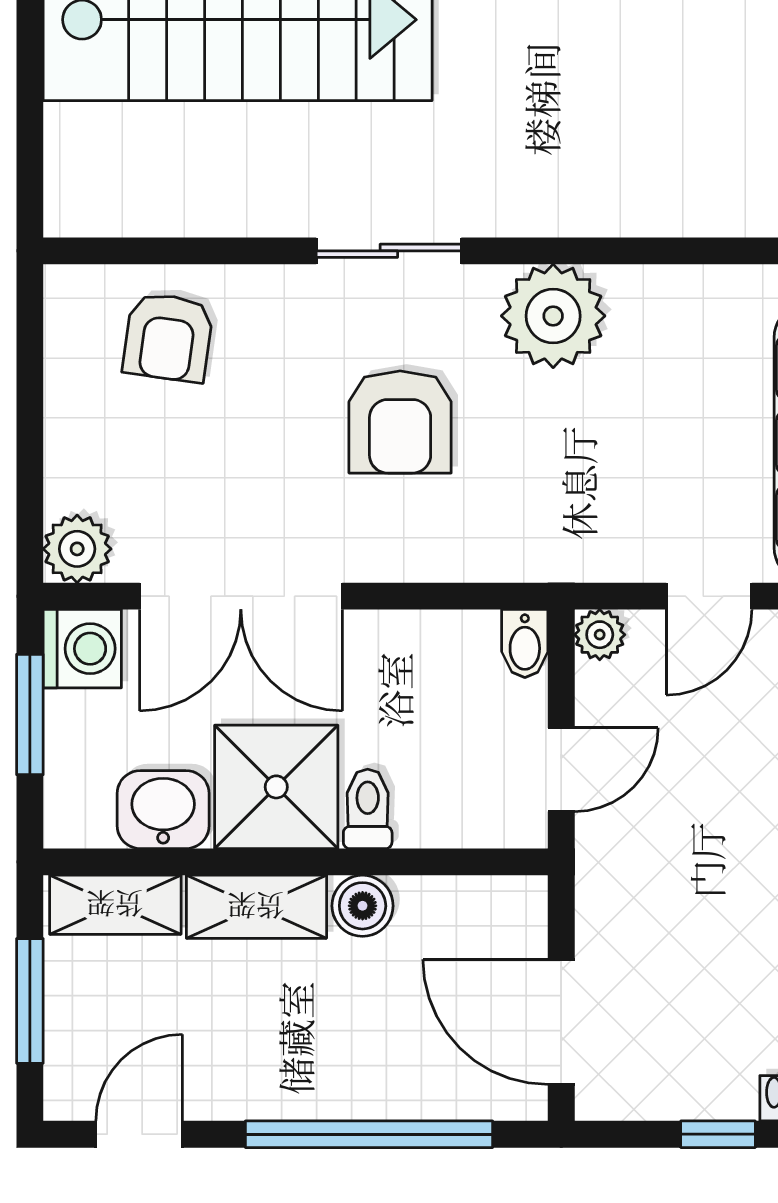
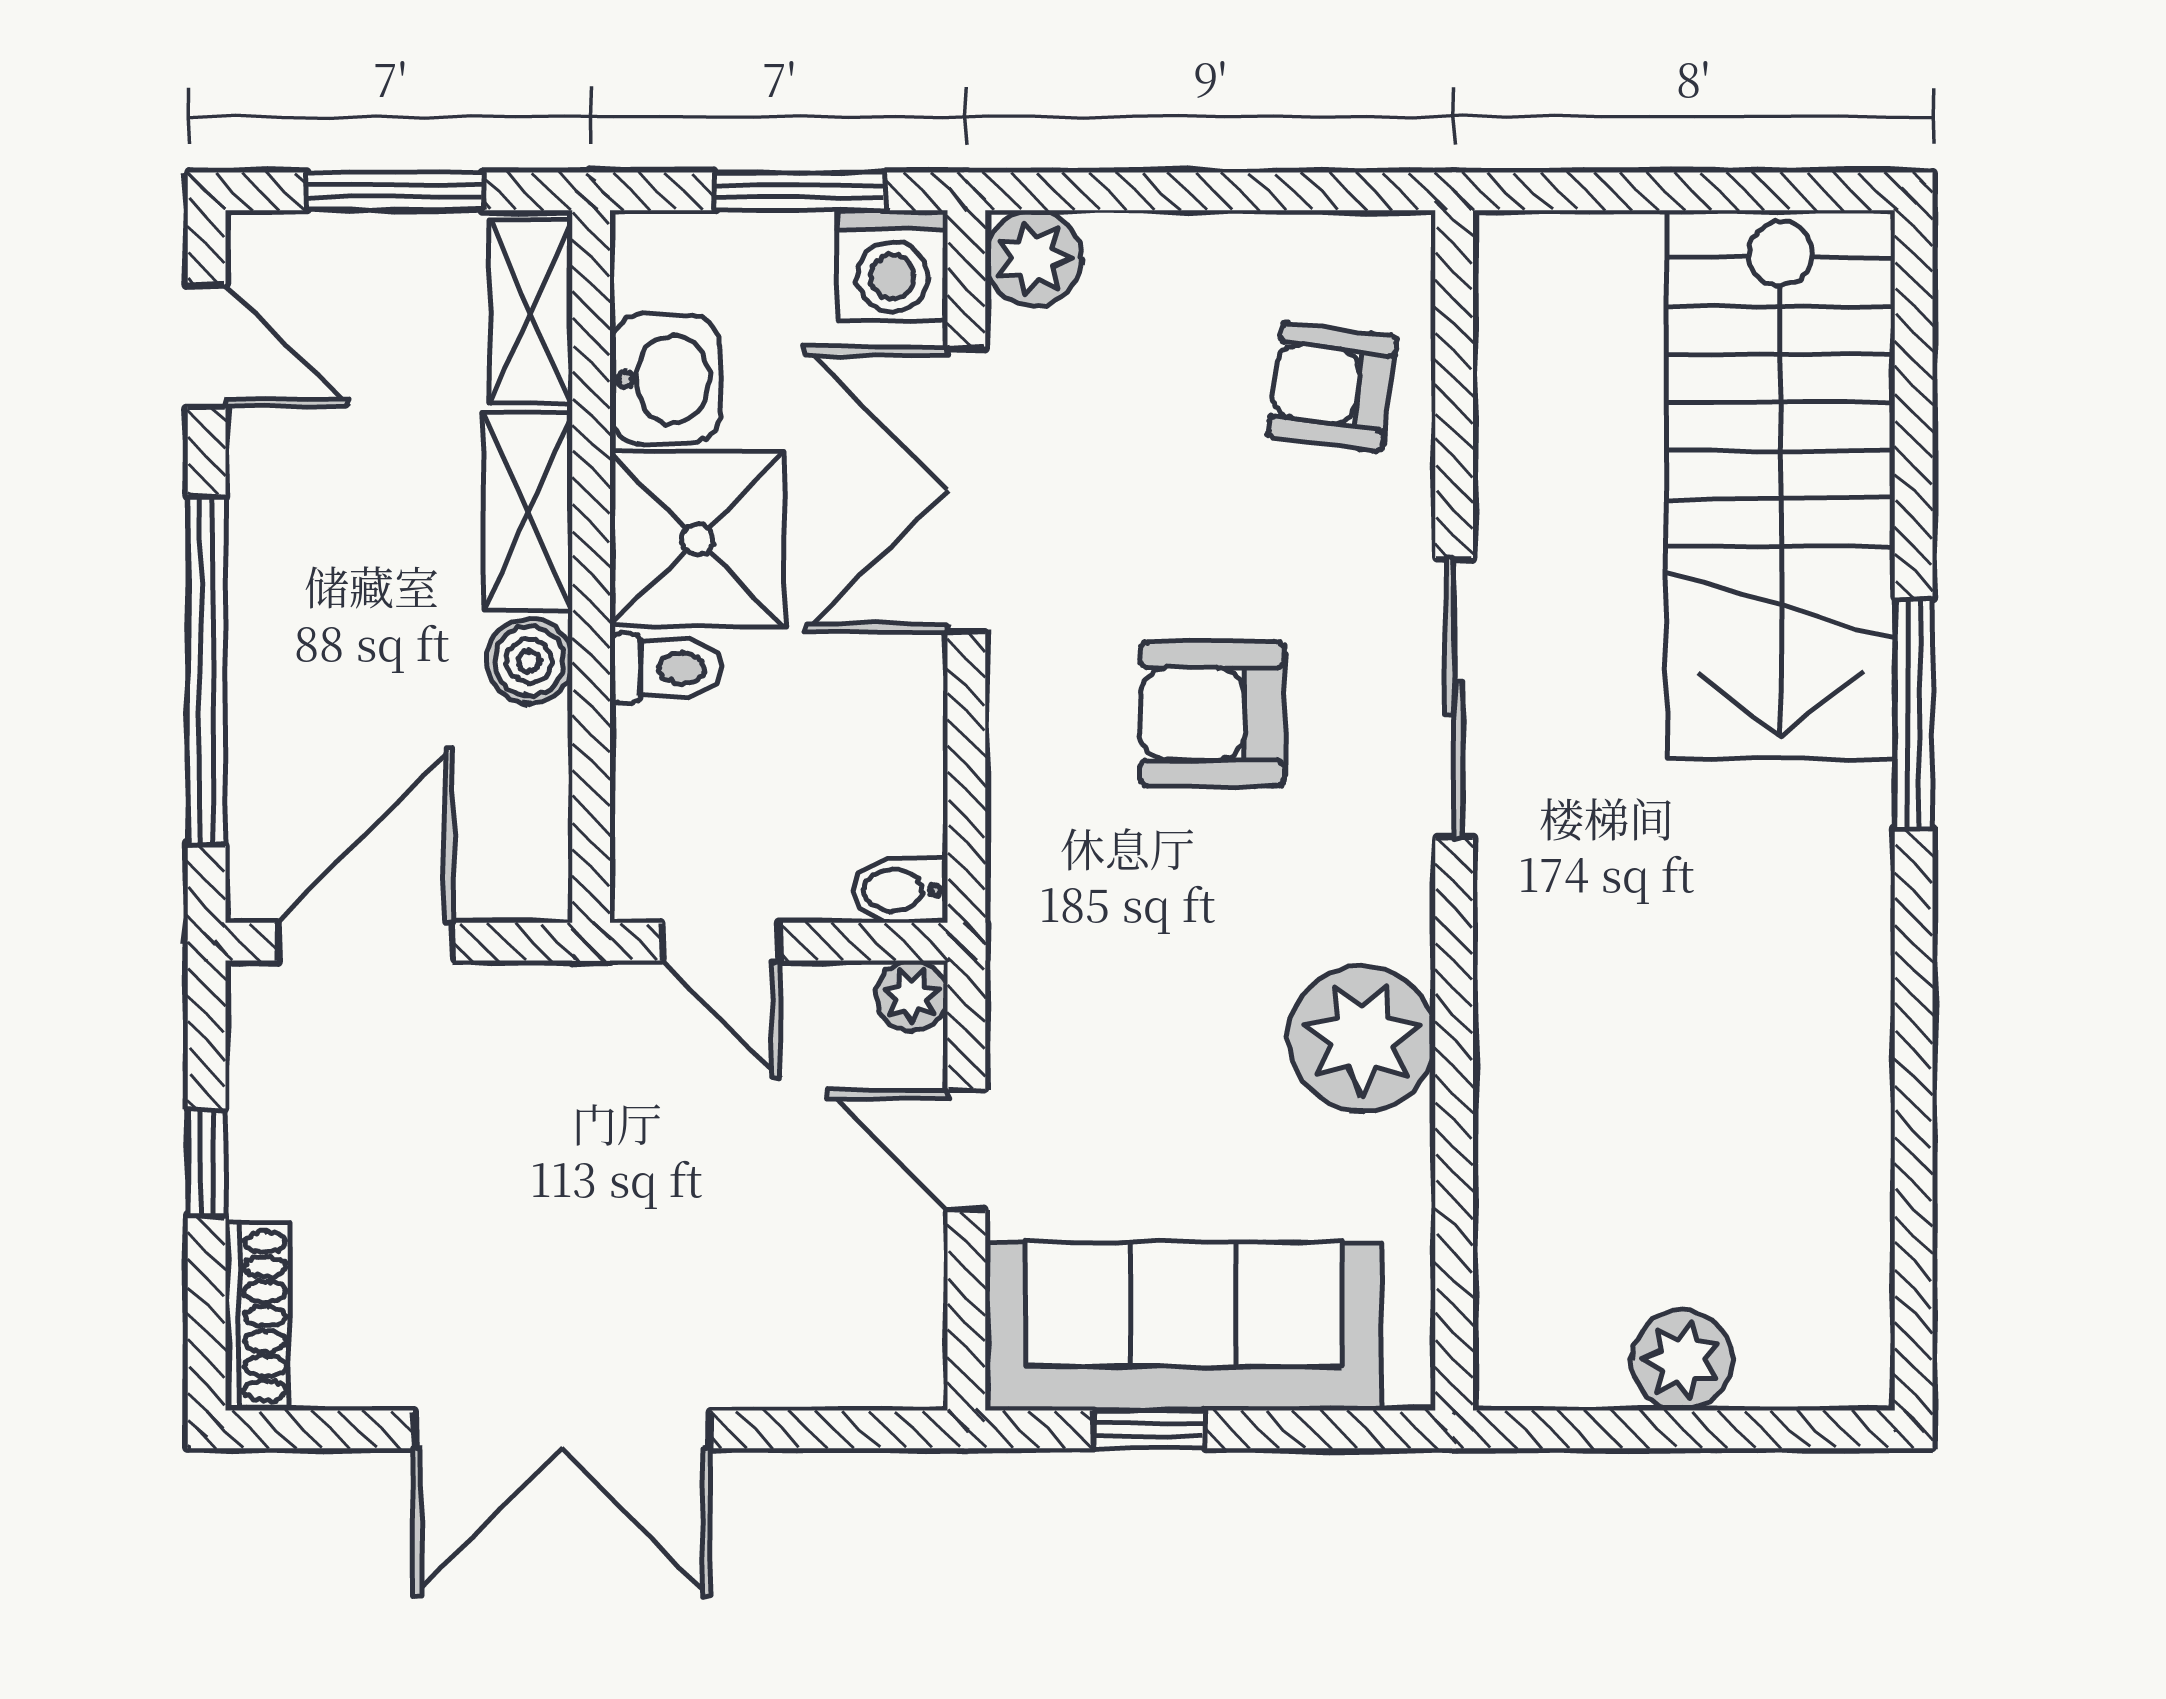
sliding door: (389, 251) -> (1454, 698), width x1.37
plant: (553, 316) -> (1362, 1039), moved

